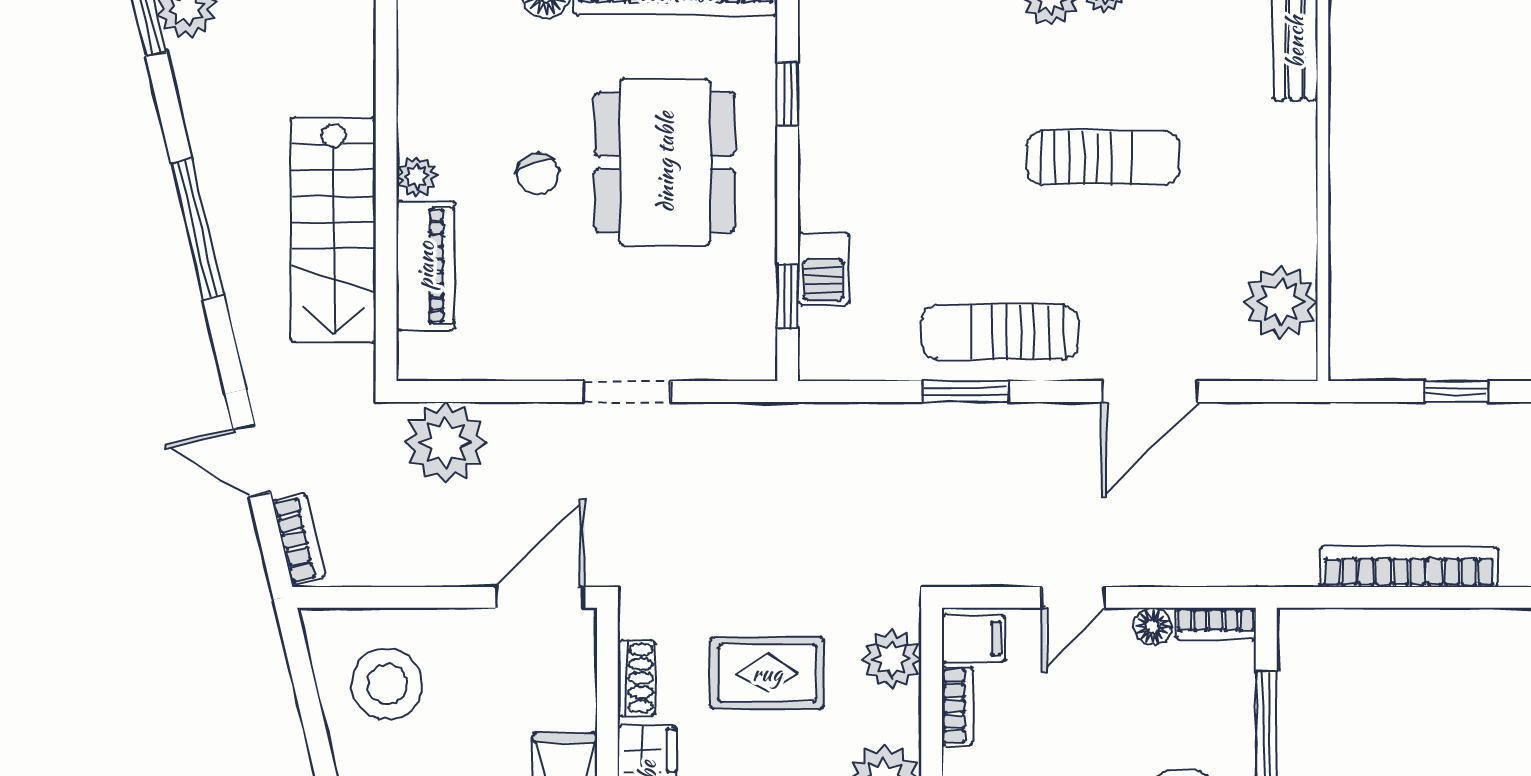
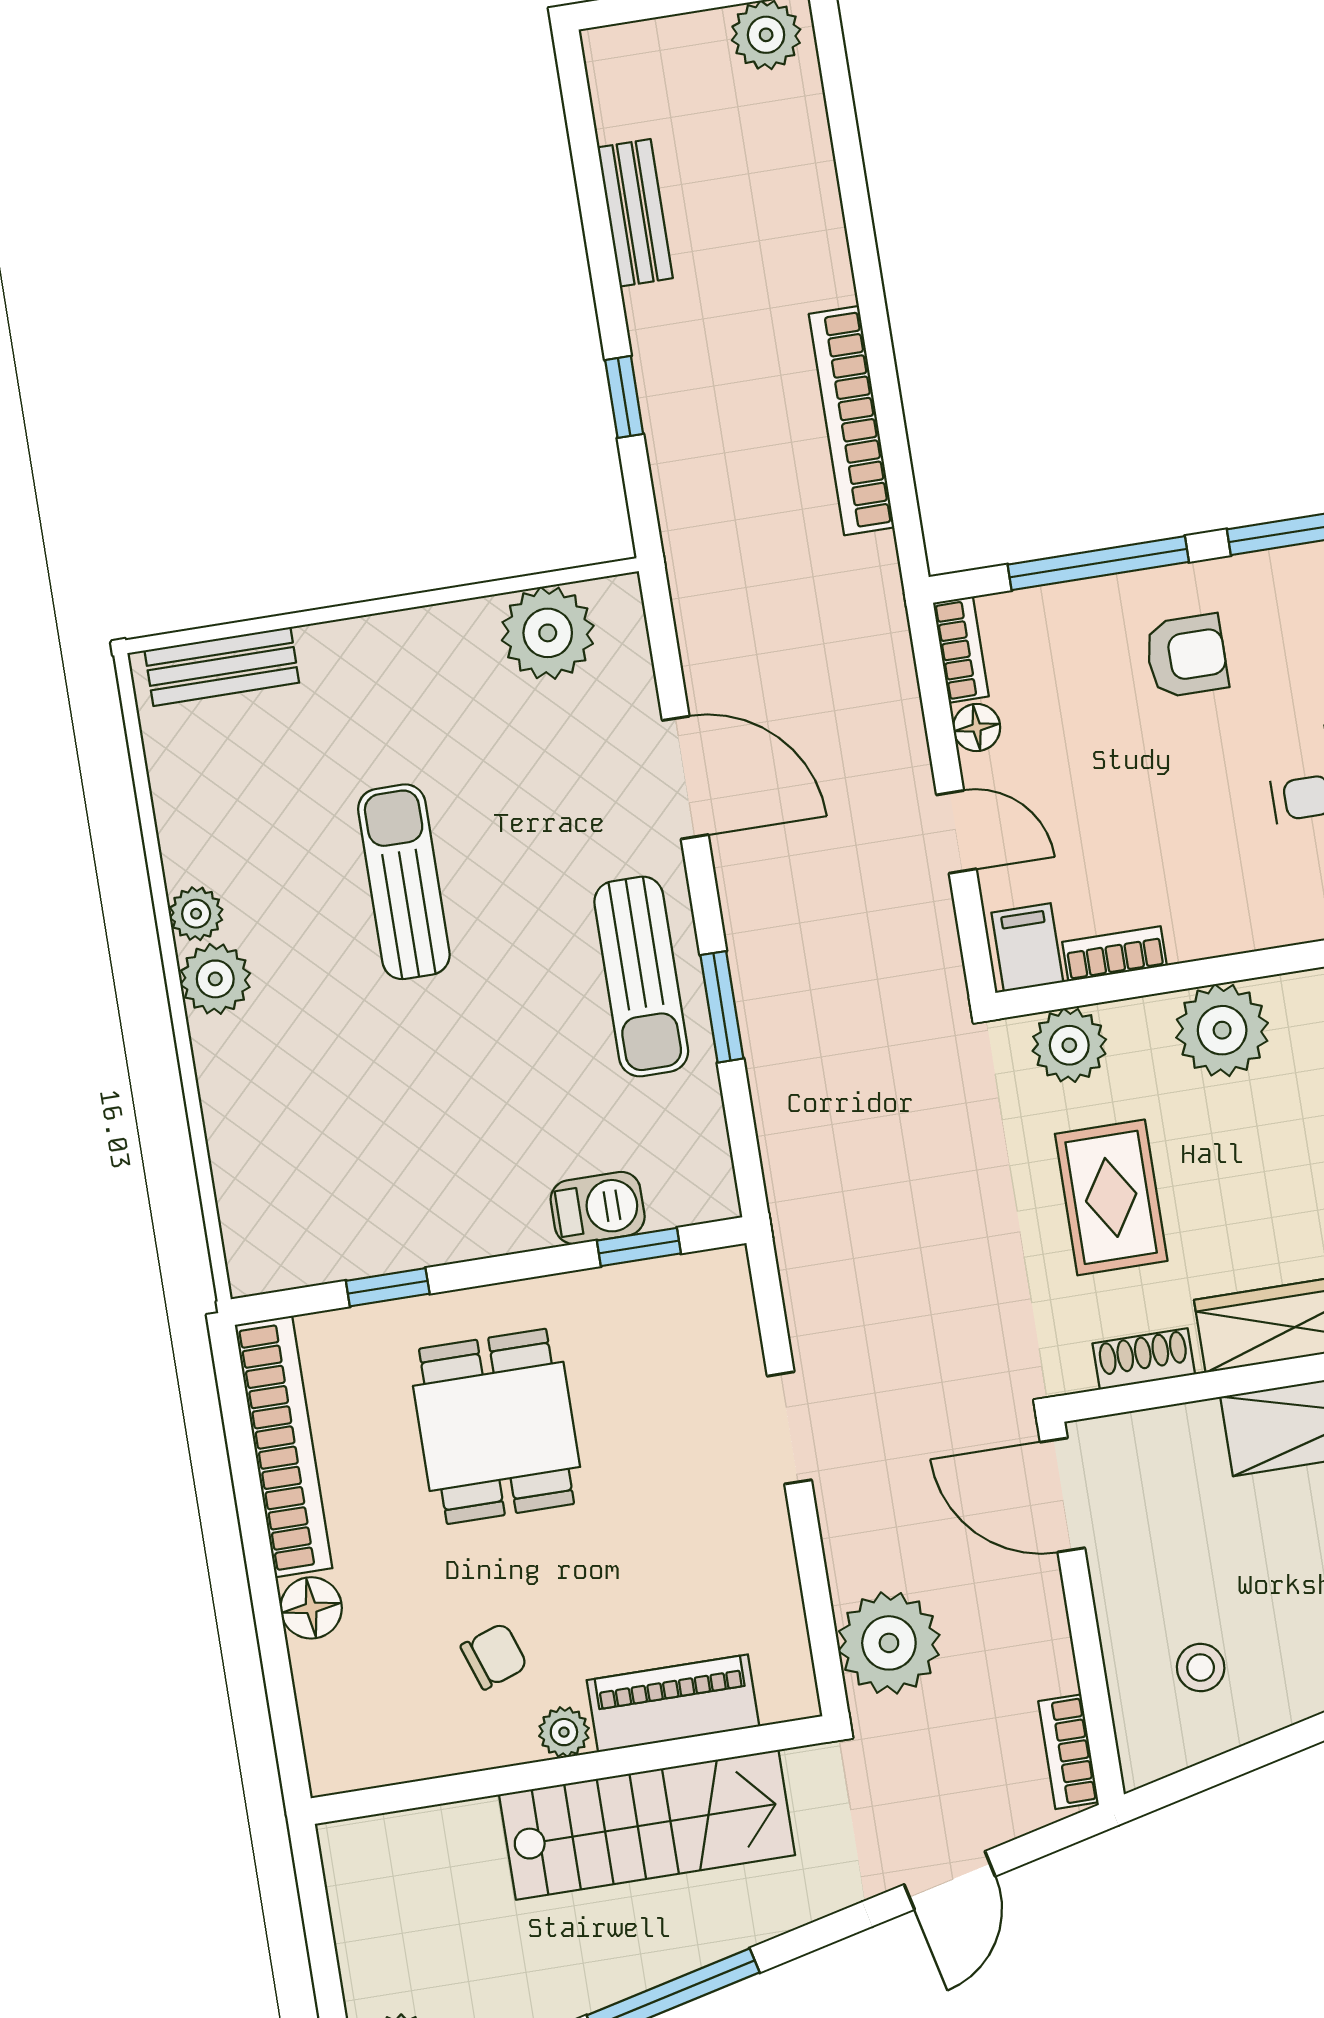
dining table: (665, 162) -> (497, 1426), width x0.73
chair: (538, 174) -> (494, 1656), moved
bookcase: (299, 539) -> (1068, 1752), moved, turned -77
stool: (387, 684) -> (1201, 1668), width x0.53, depth x0.53

